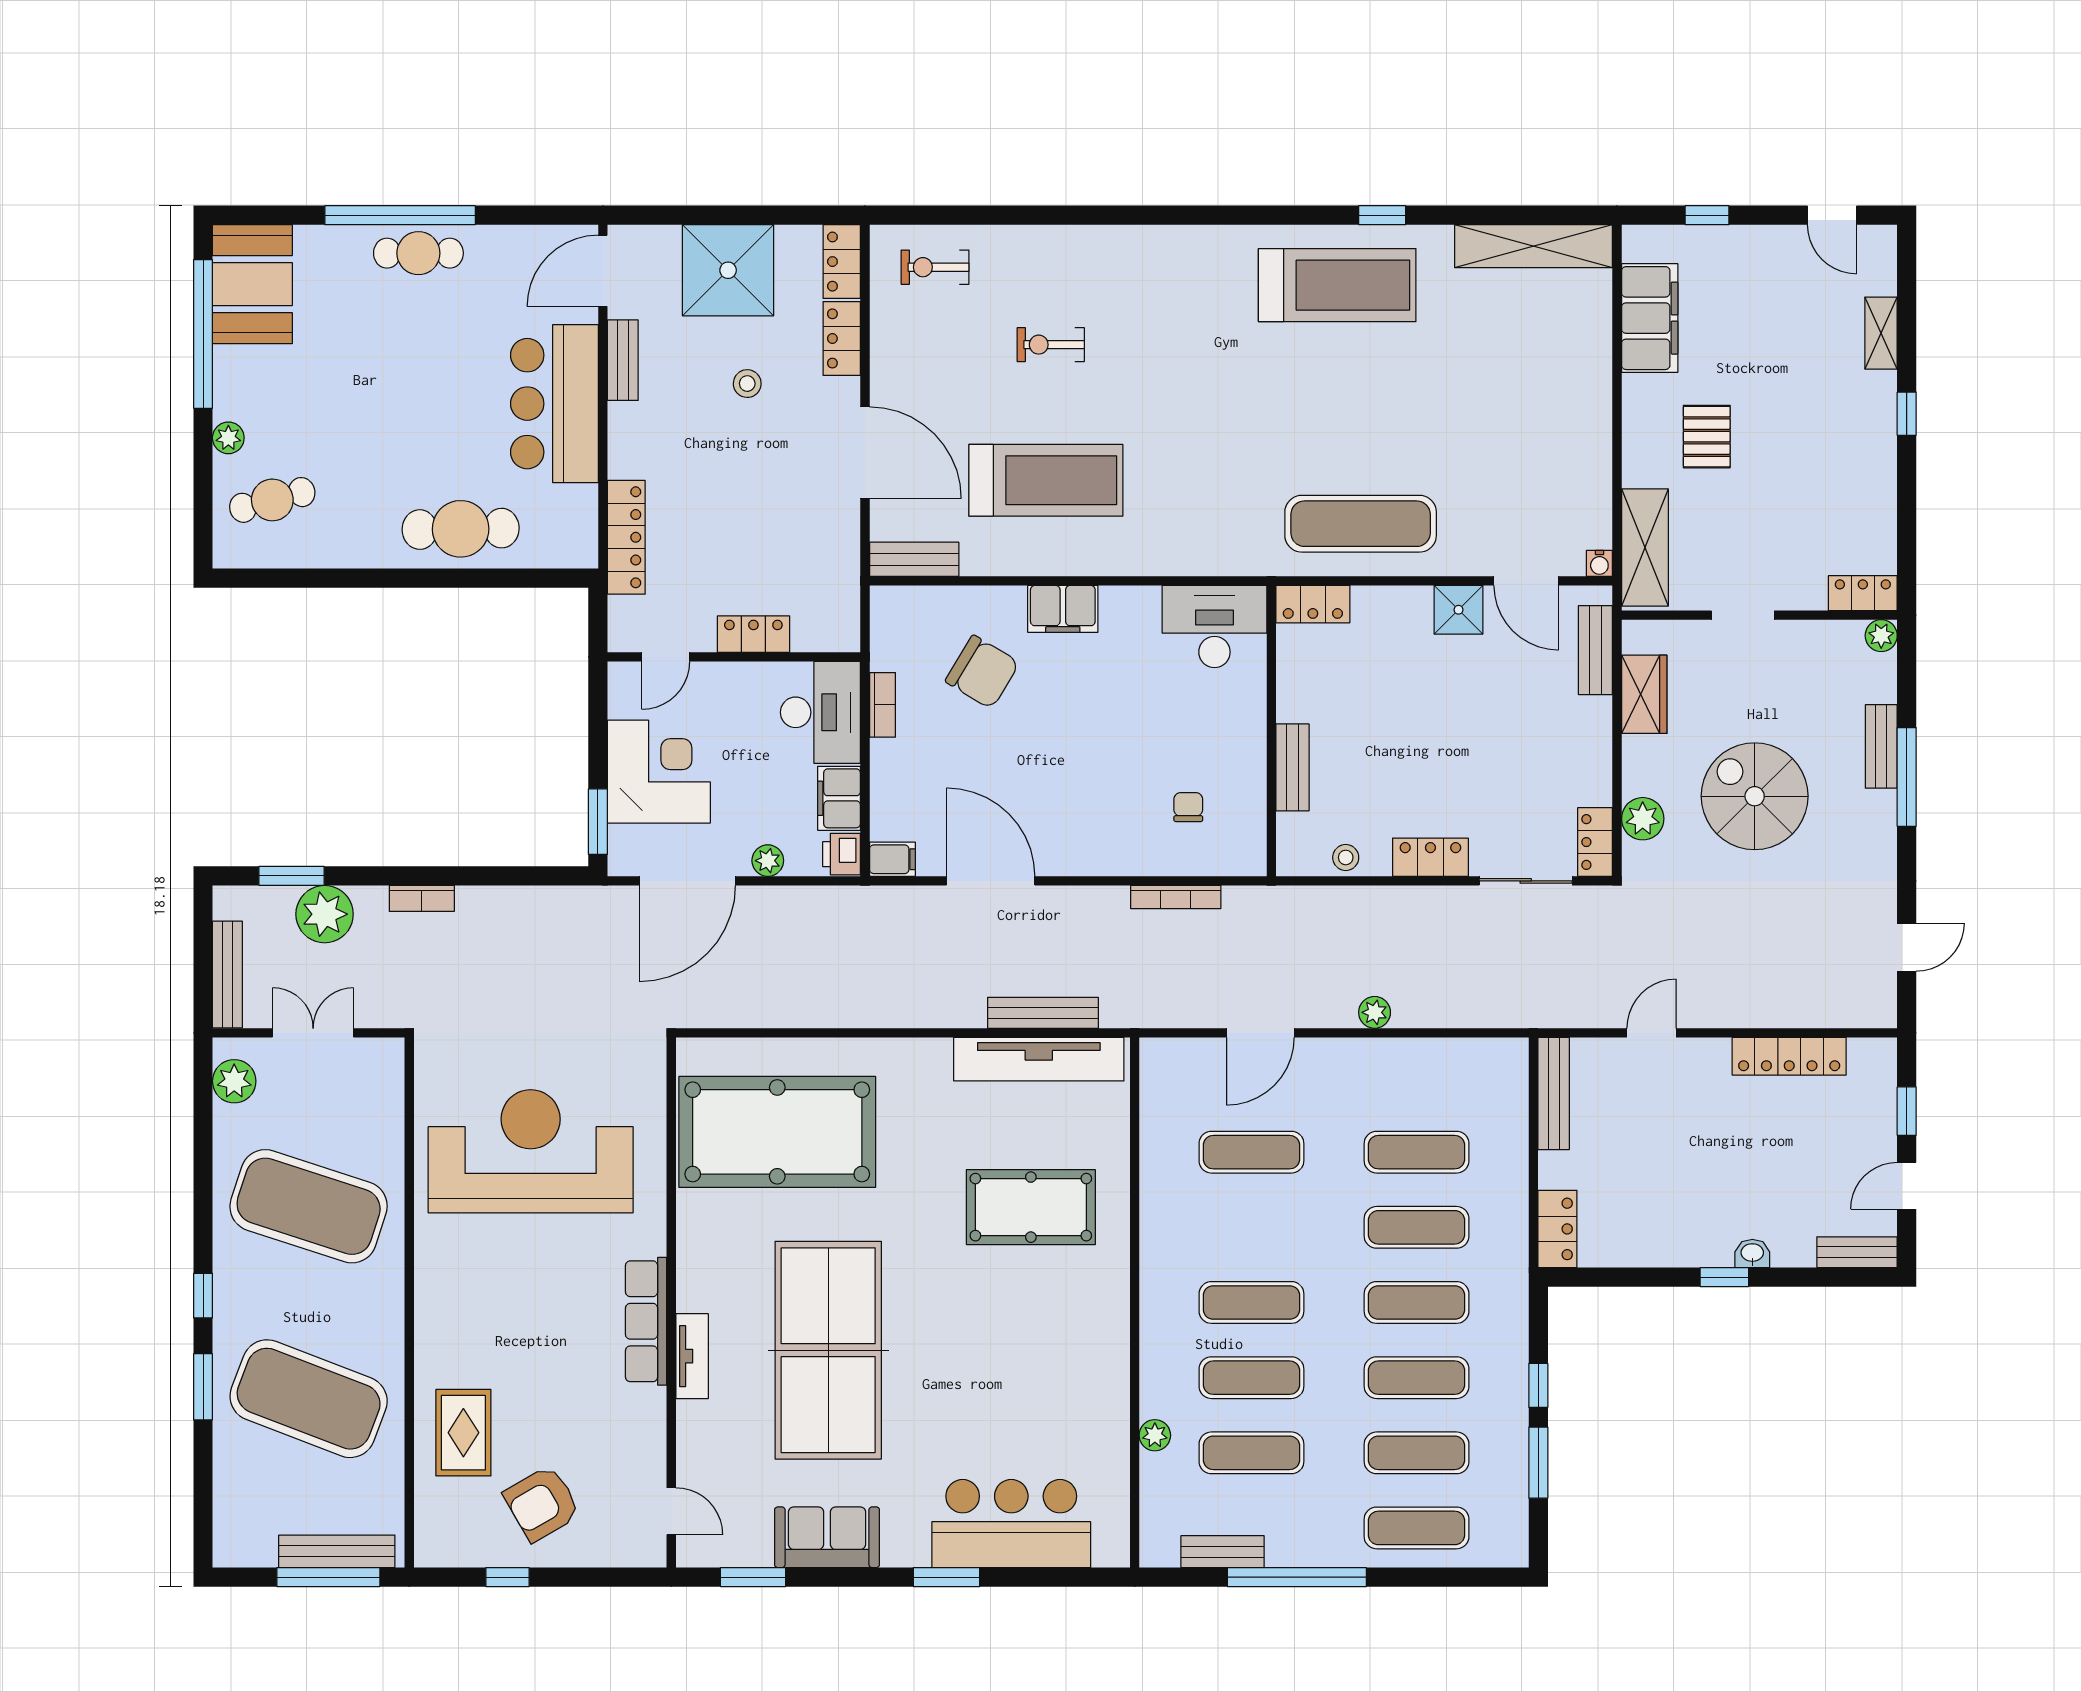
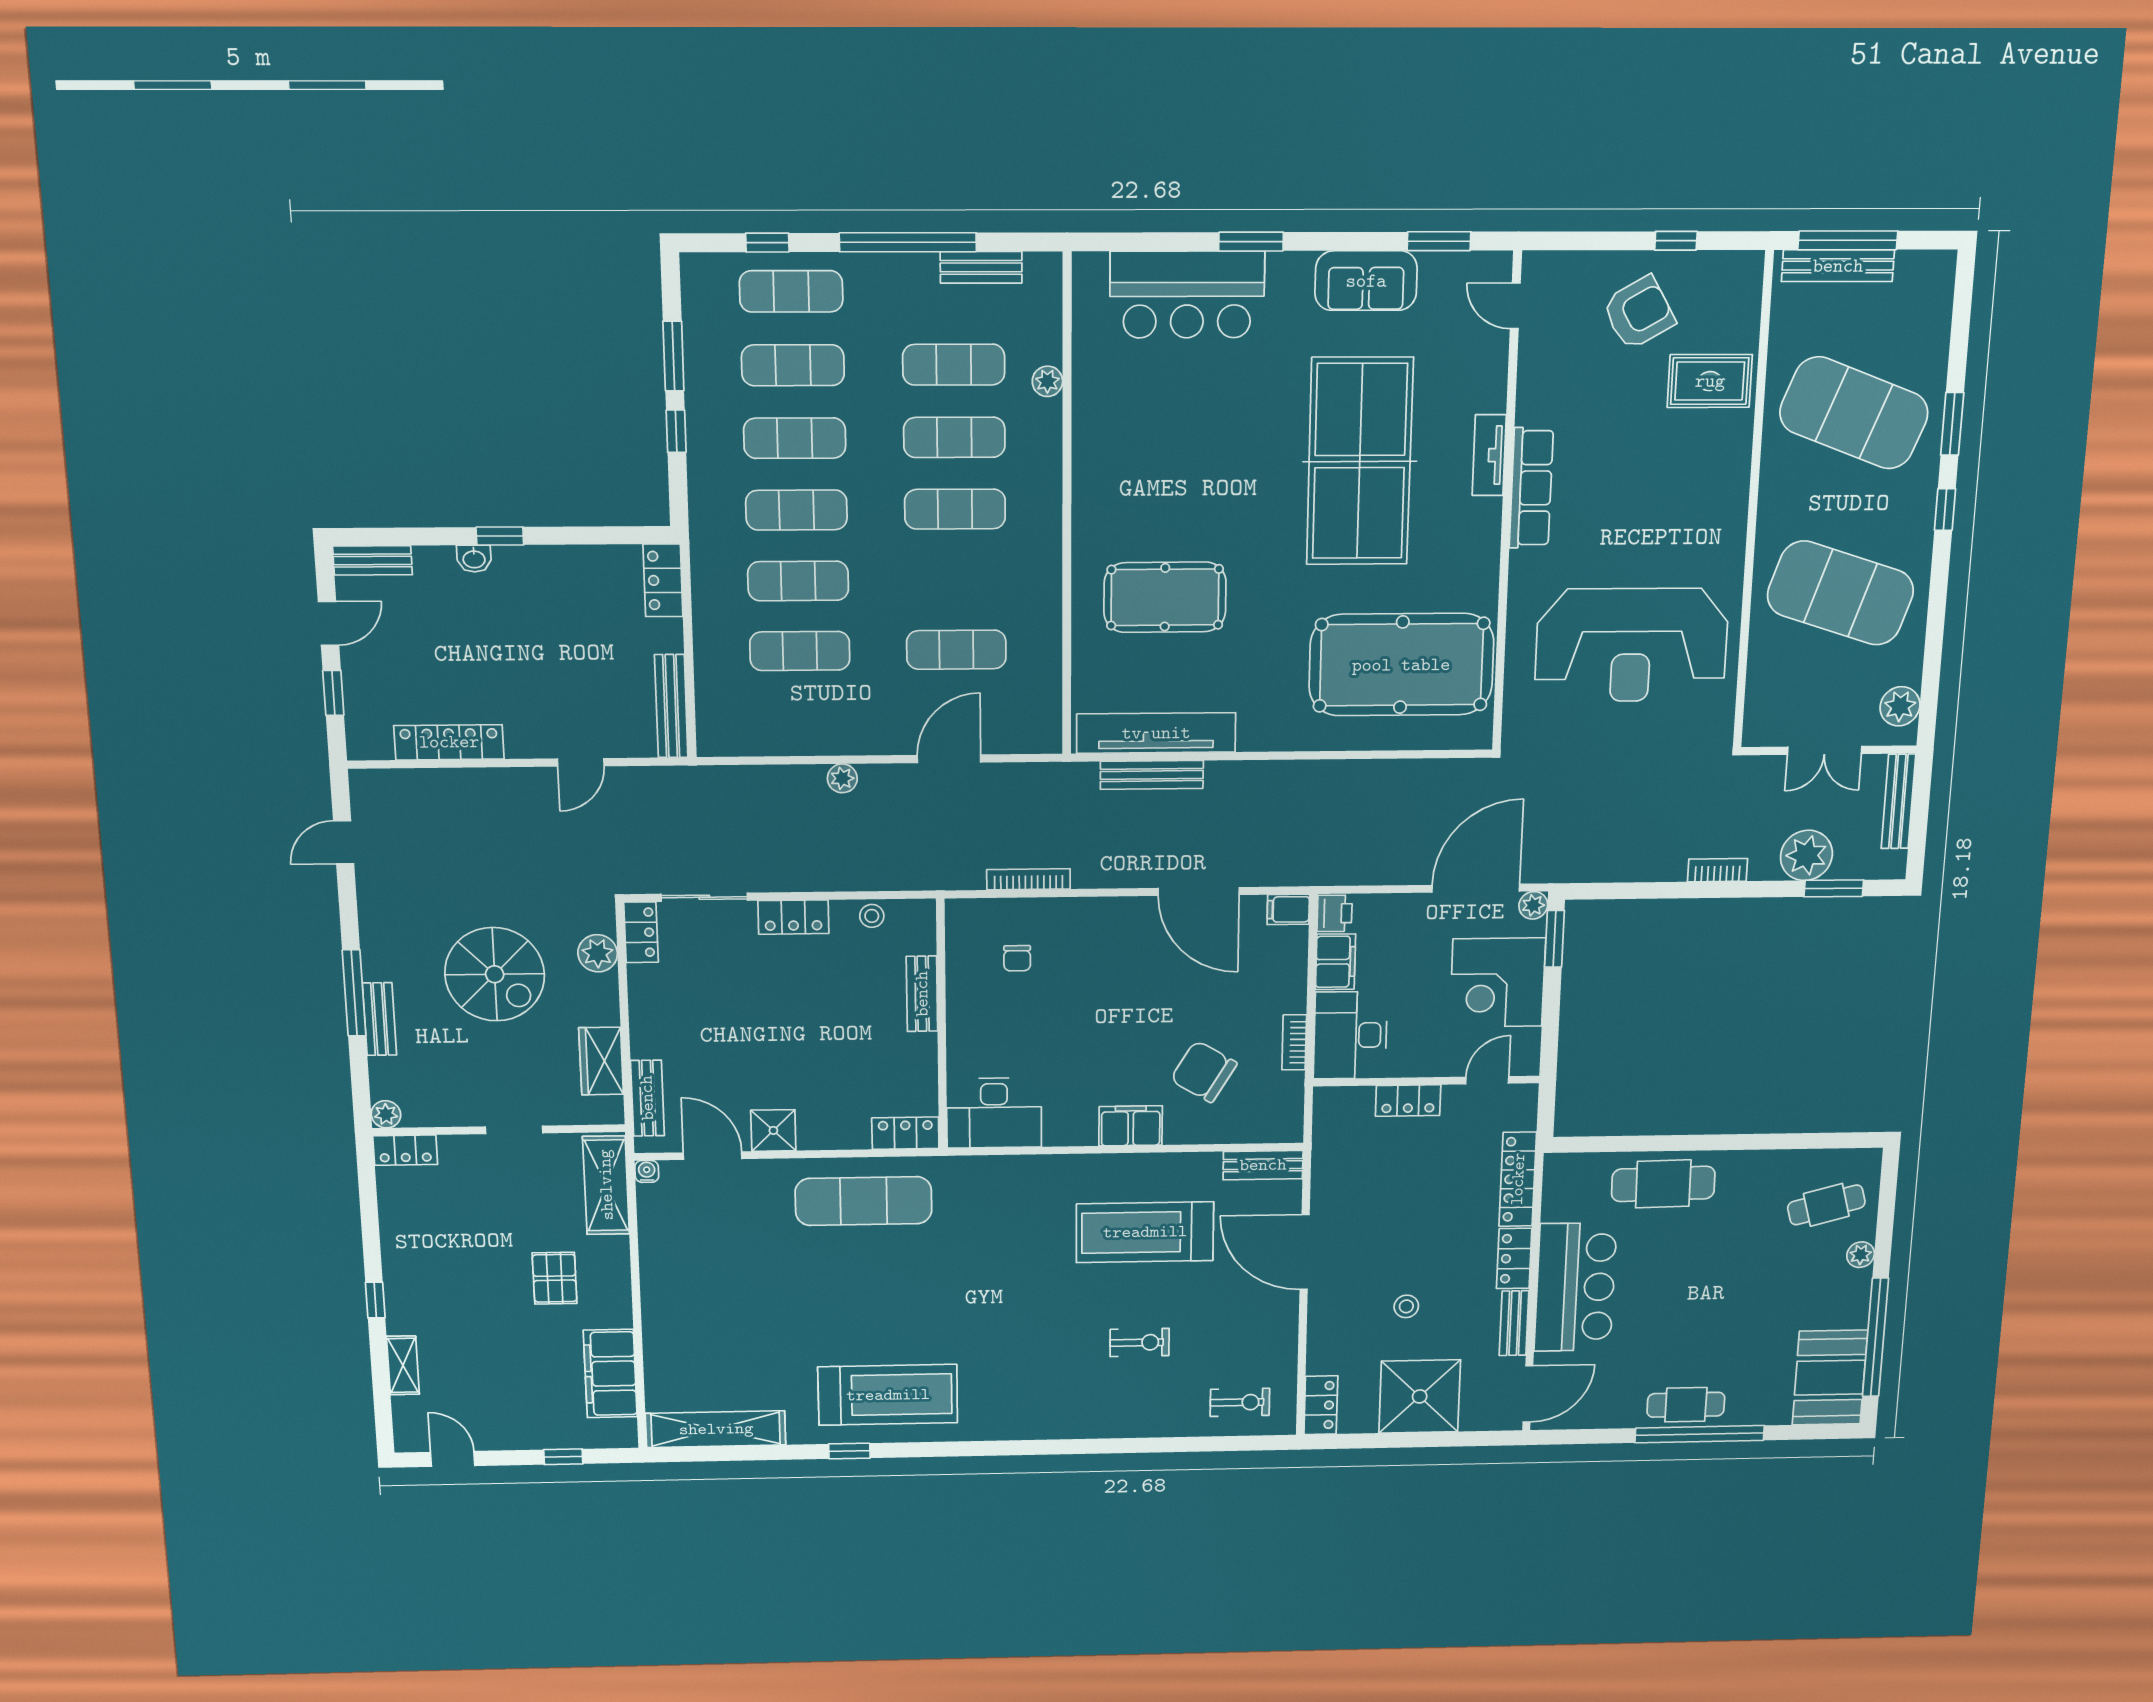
treadmill: (1337, 285) -> (888, 1395), turned 180
locker: (842, 338) -> (1514, 1259), moved, turned 180
plant: (768, 861) -> (1533, 905), moved
rug: (463, 1433) -> (1710, 381), turned 90
window: (1439, 1577) -> (767, 243), added

